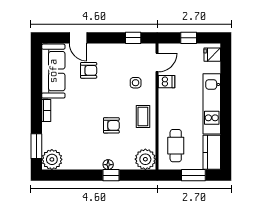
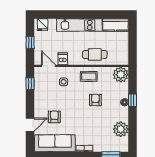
cafe table: (176, 146) -> (95, 55), moved
plant: (52, 159) -> (121, 129), moved
window: (193, 175) -> (132, 39), removed

